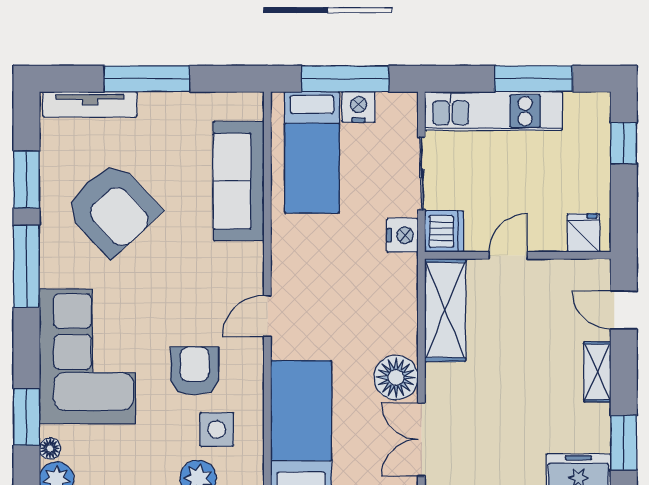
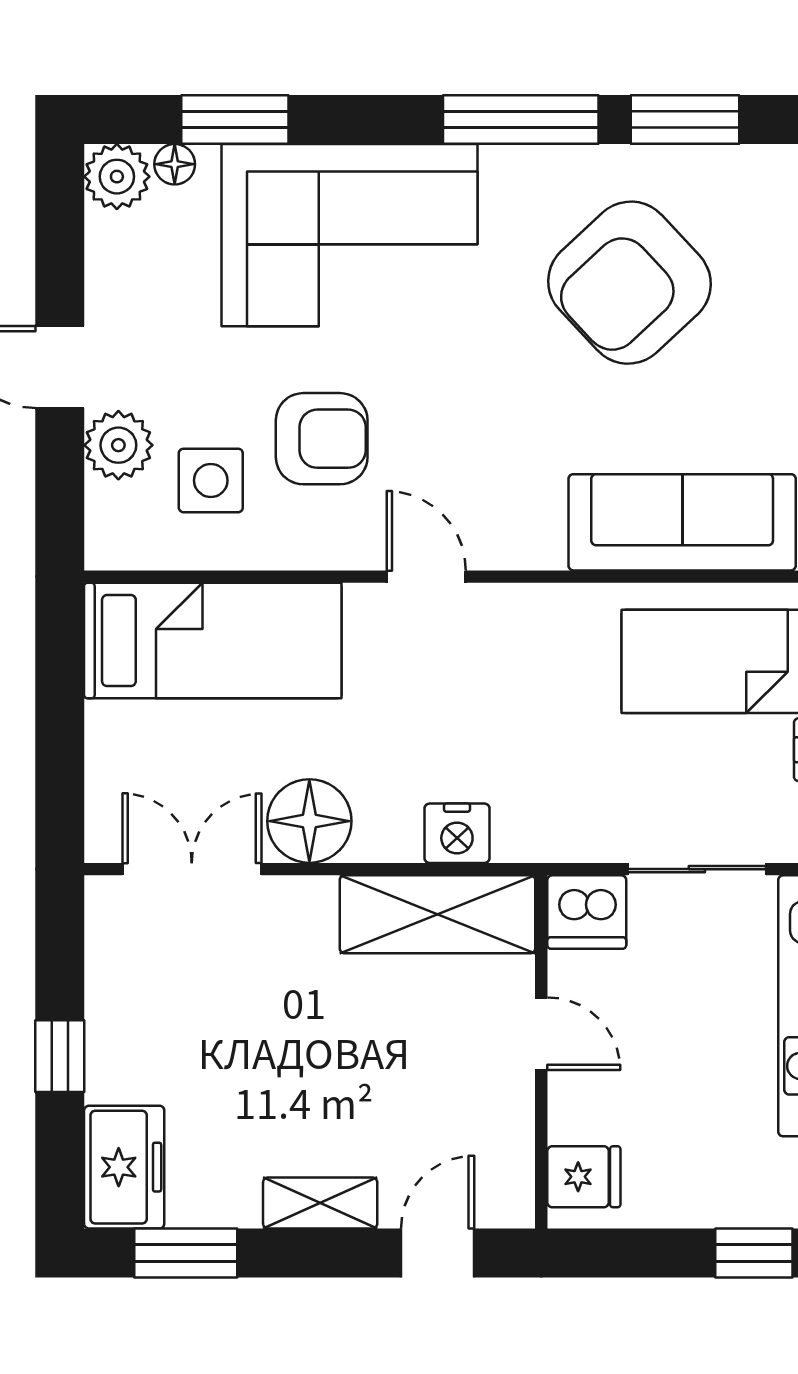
nightstand: (403, 235) -> (457, 833), moved

